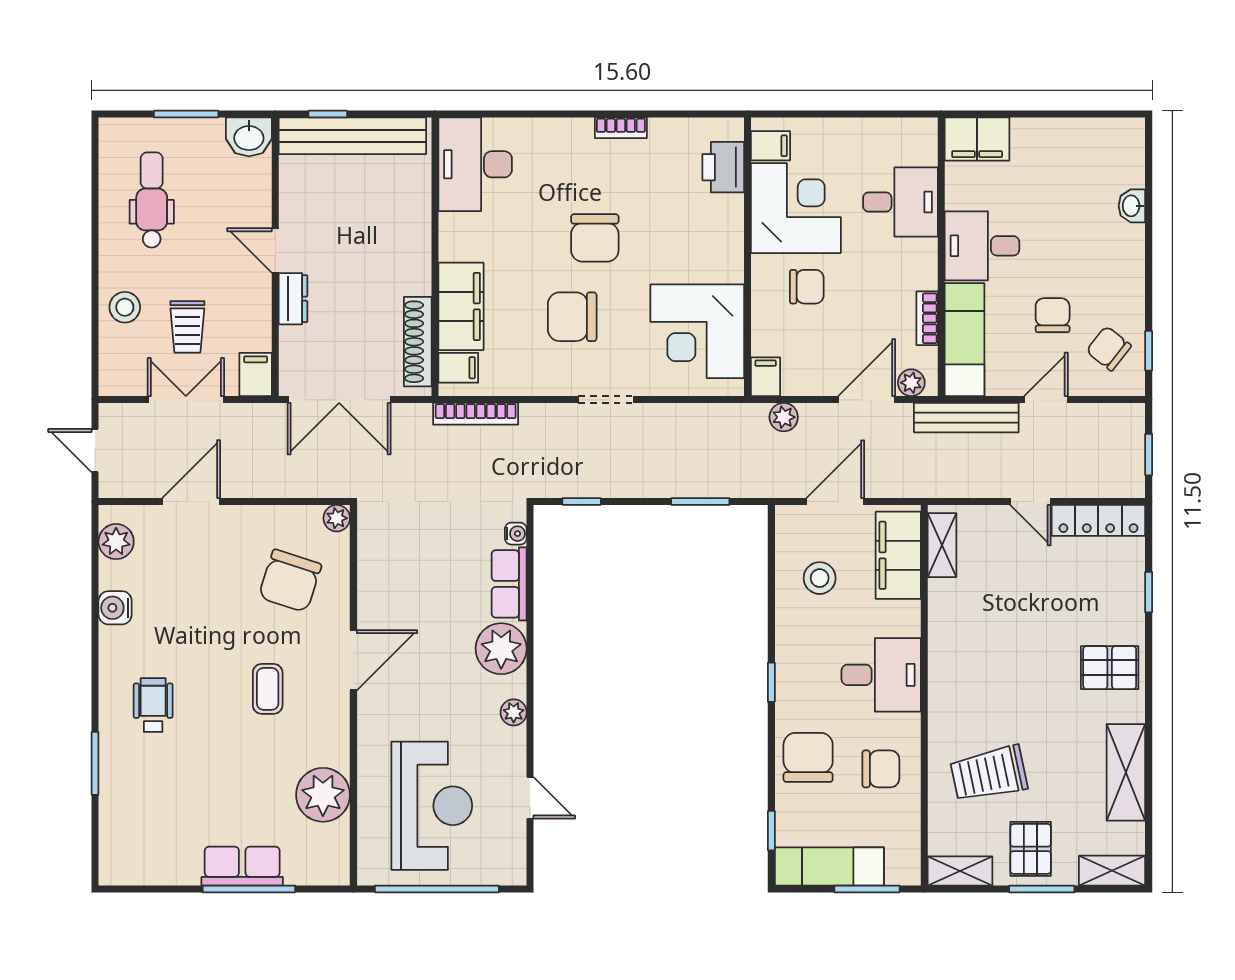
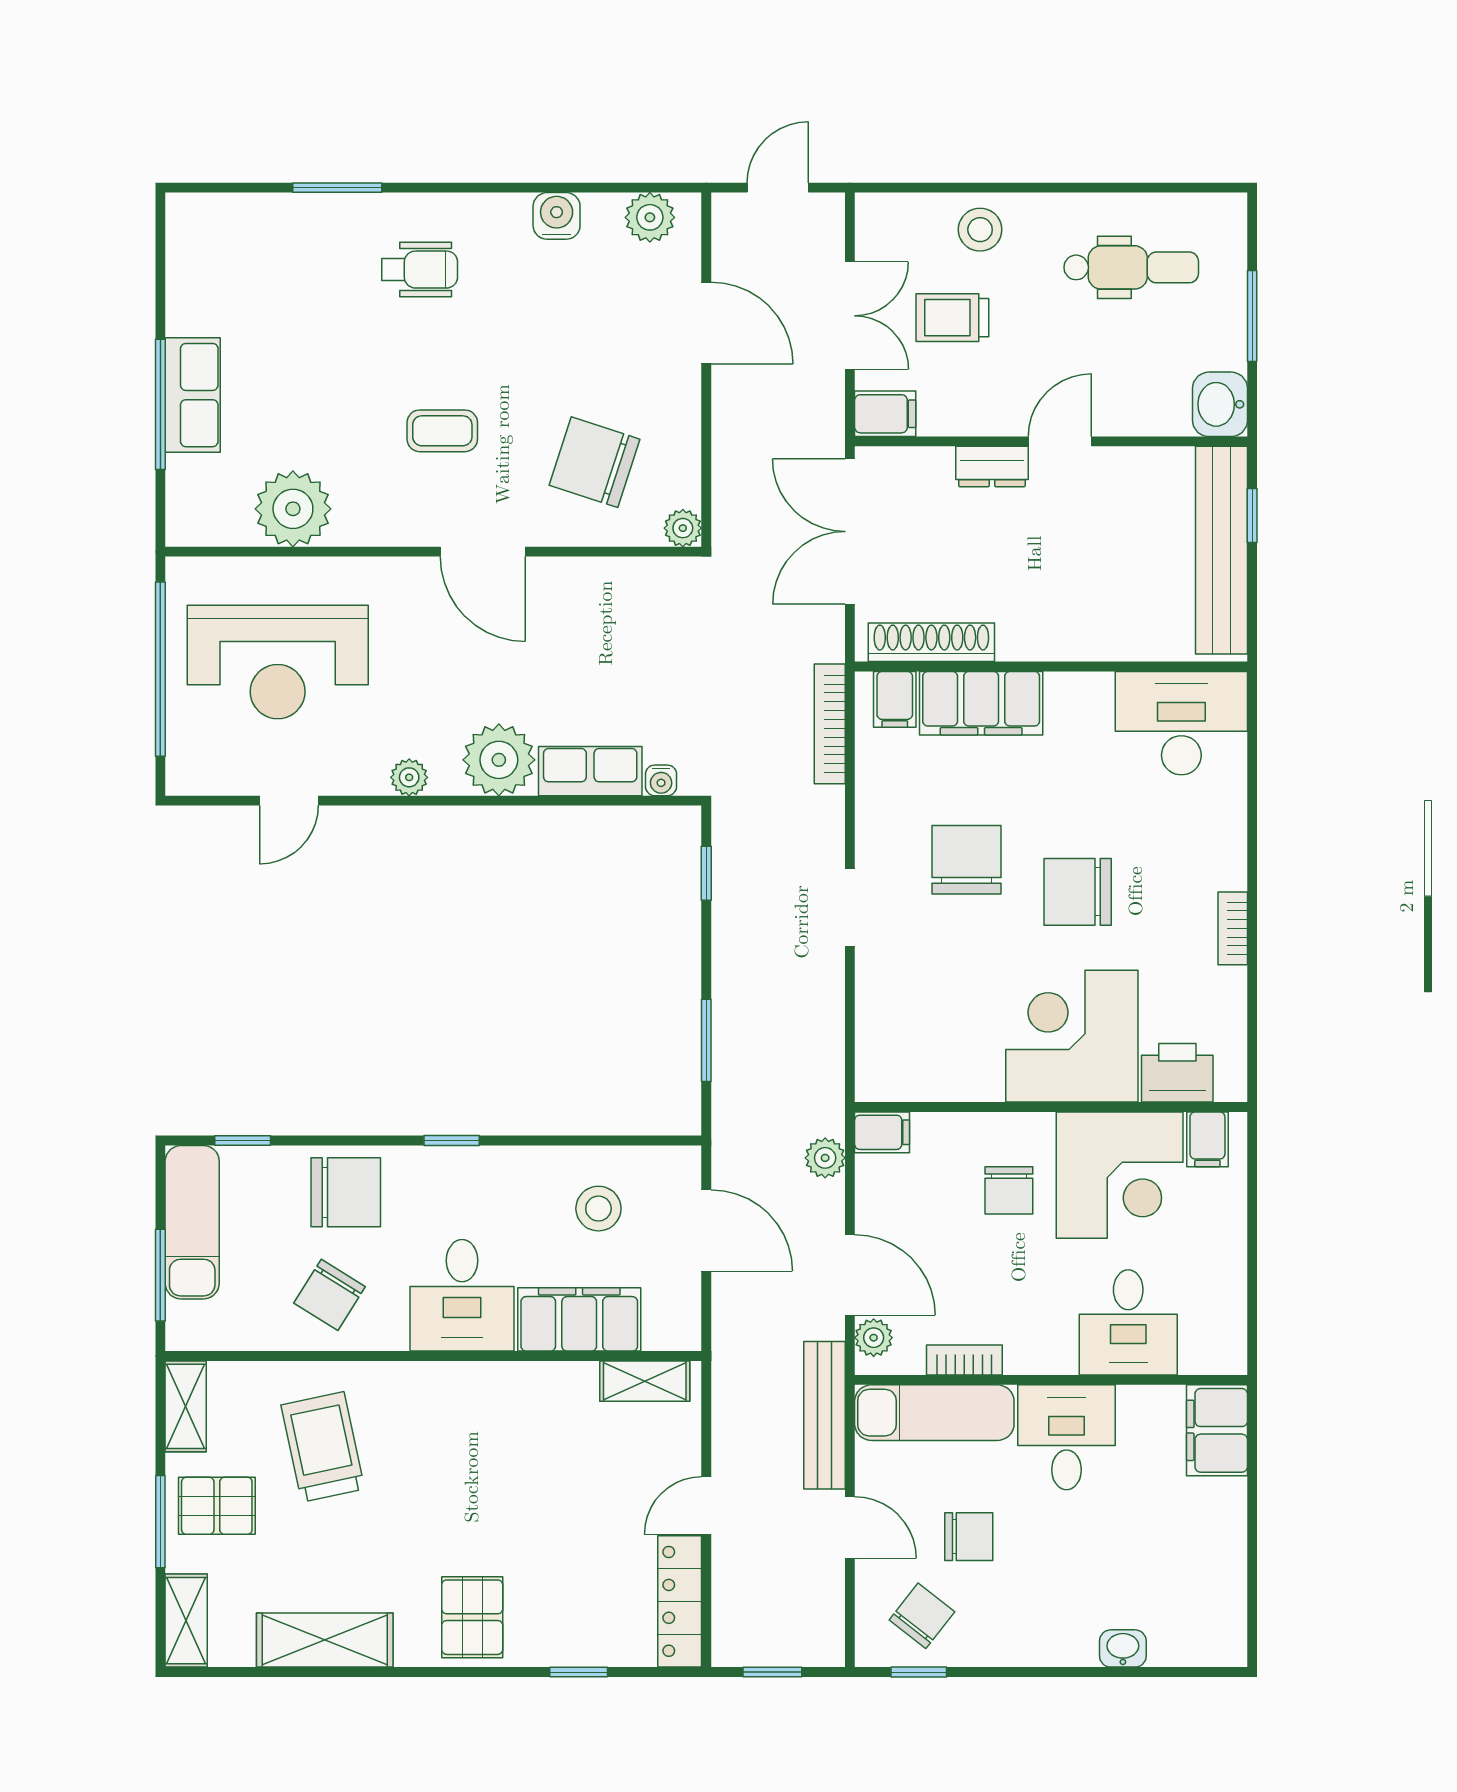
corner desk: (697, 331) -> (1072, 1036), moved
filing cabinet: (898, 555) -> (579, 1319), moved
chair: (881, 769) -> (330, 1295), turned 32

